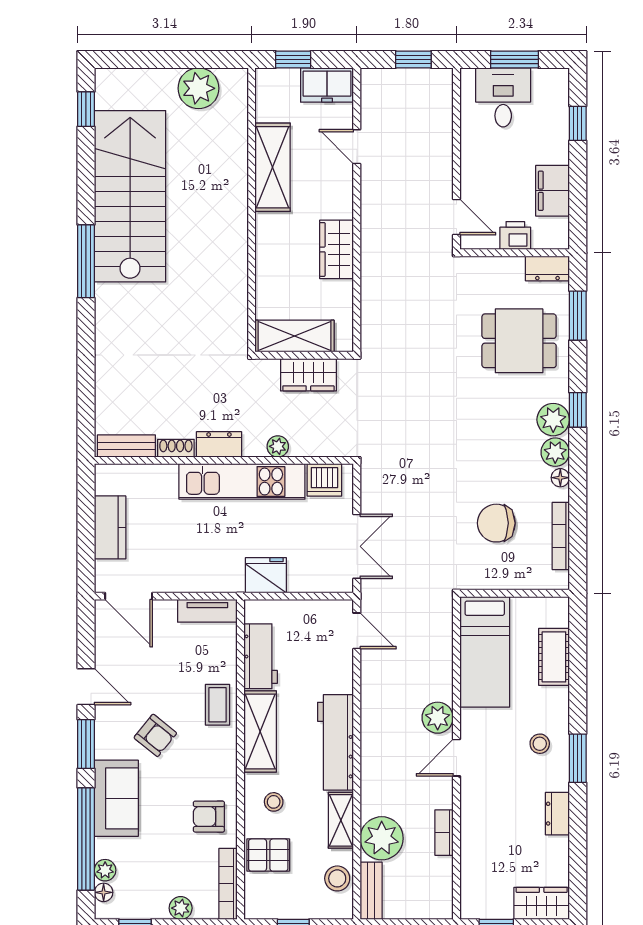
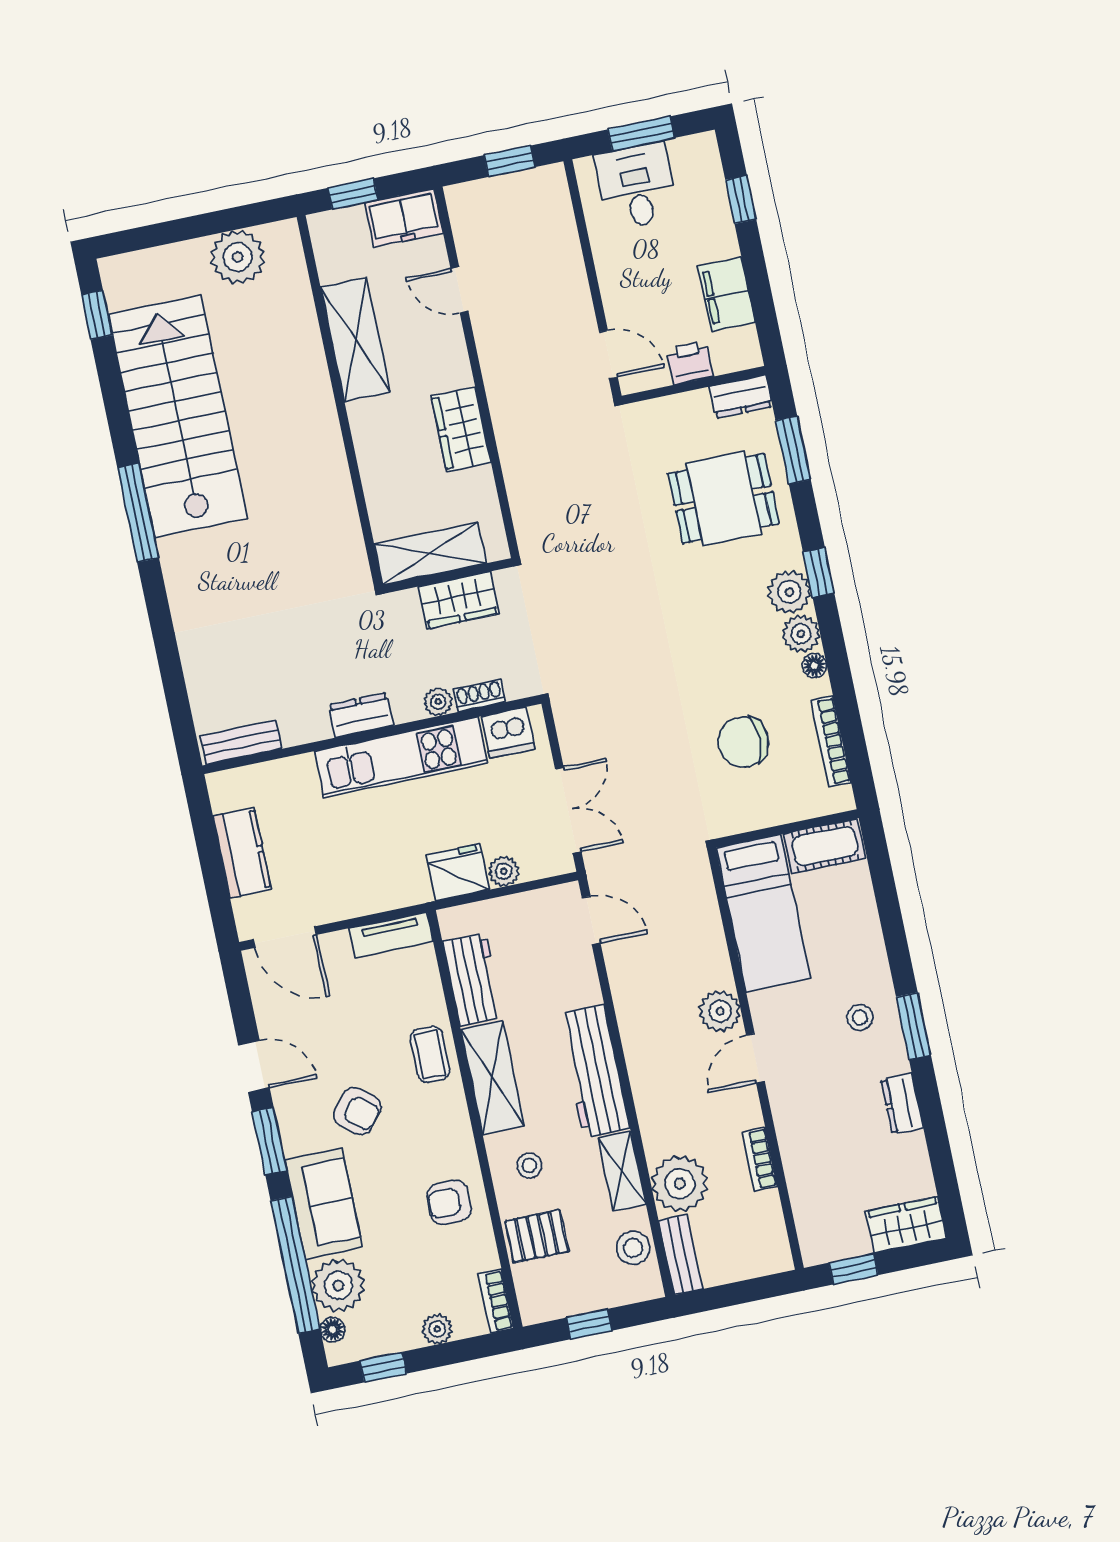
shoe rack: (176, 448) -> (479, 696), moved
plant: (300, 581) -> (504, 871), added
cot: (554, 657) -> (825, 846), moved, turned 90
plant: (105, 870) -> (338, 1285), width x1.87, depth x1.87
bookcase: (228, 884) -> (496, 1301), width x0.64

